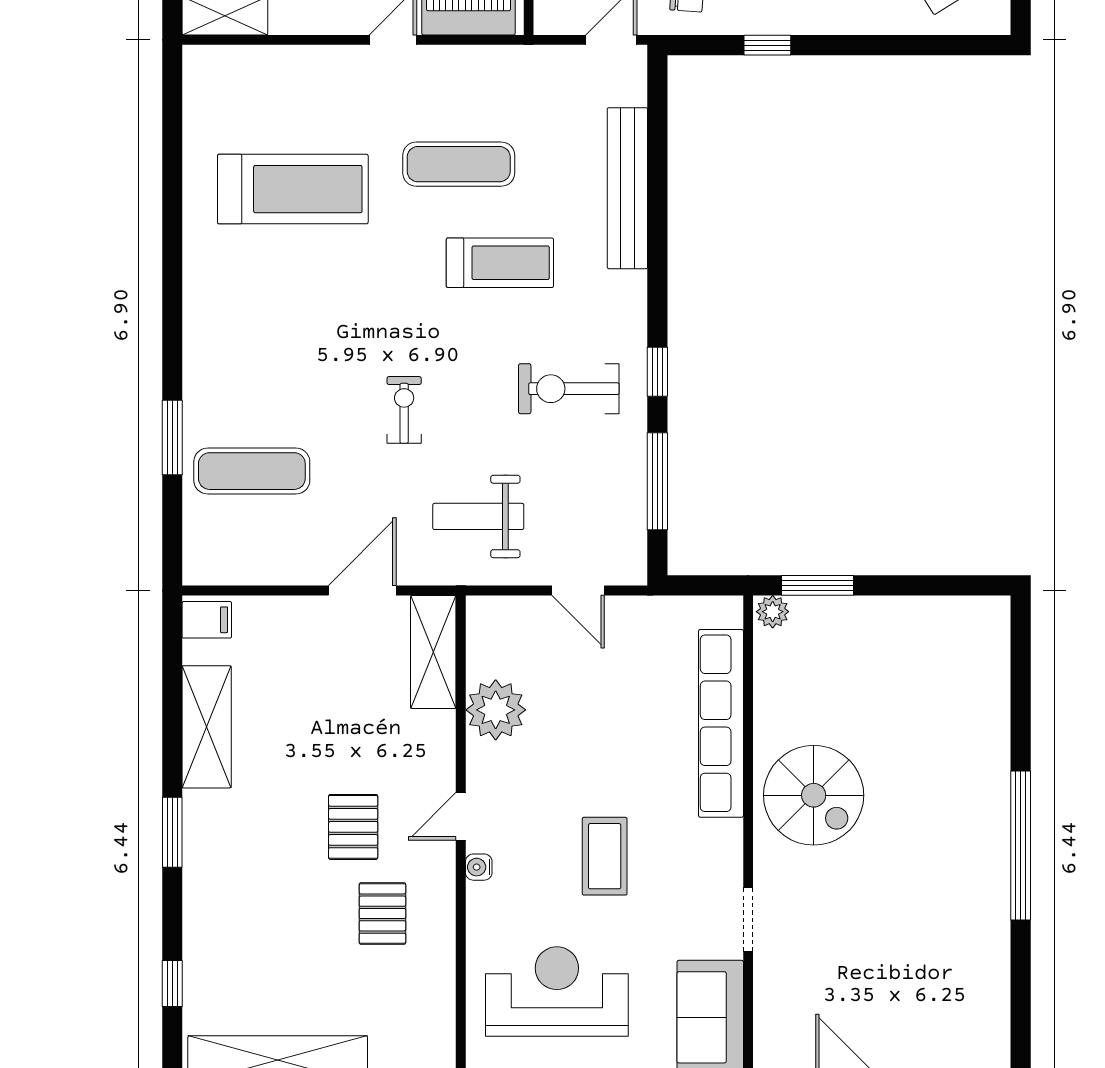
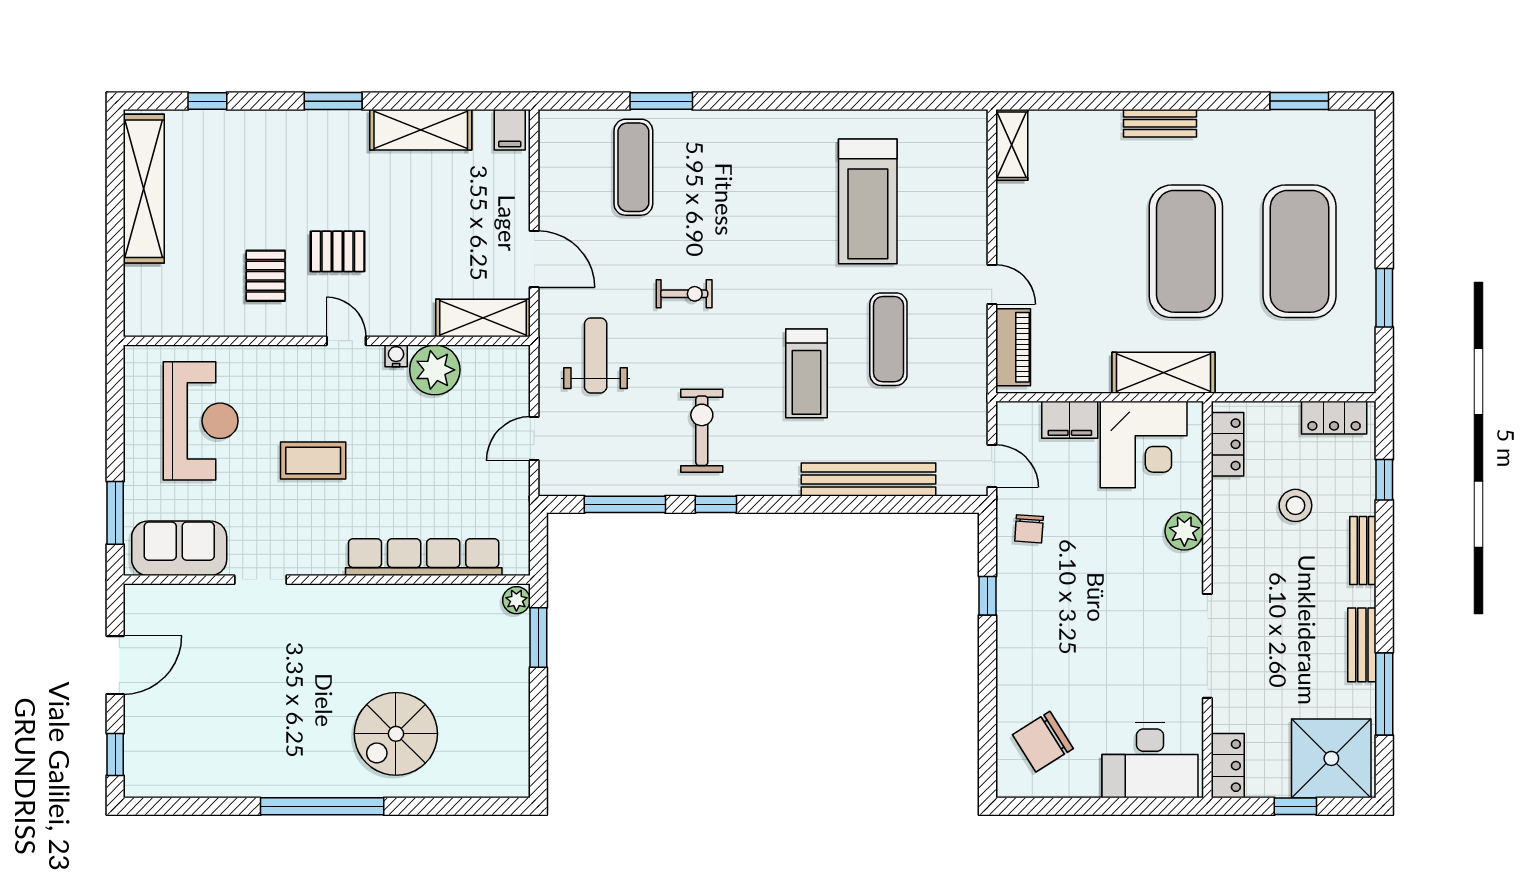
spiral stairs: (814, 795) -> (396, 734), moved
water cooler: (479, 867) -> (396, 356), moved
pallet: (382, 914) -> (266, 276), turned 90

